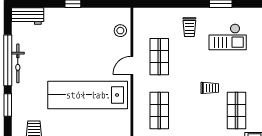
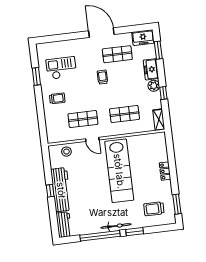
workbench: (73, 18) -> (61, 190), added
checkout: (228, 37) -> (61, 68), turned -90
bicycle: (18, 63) -> (116, 226), moved

